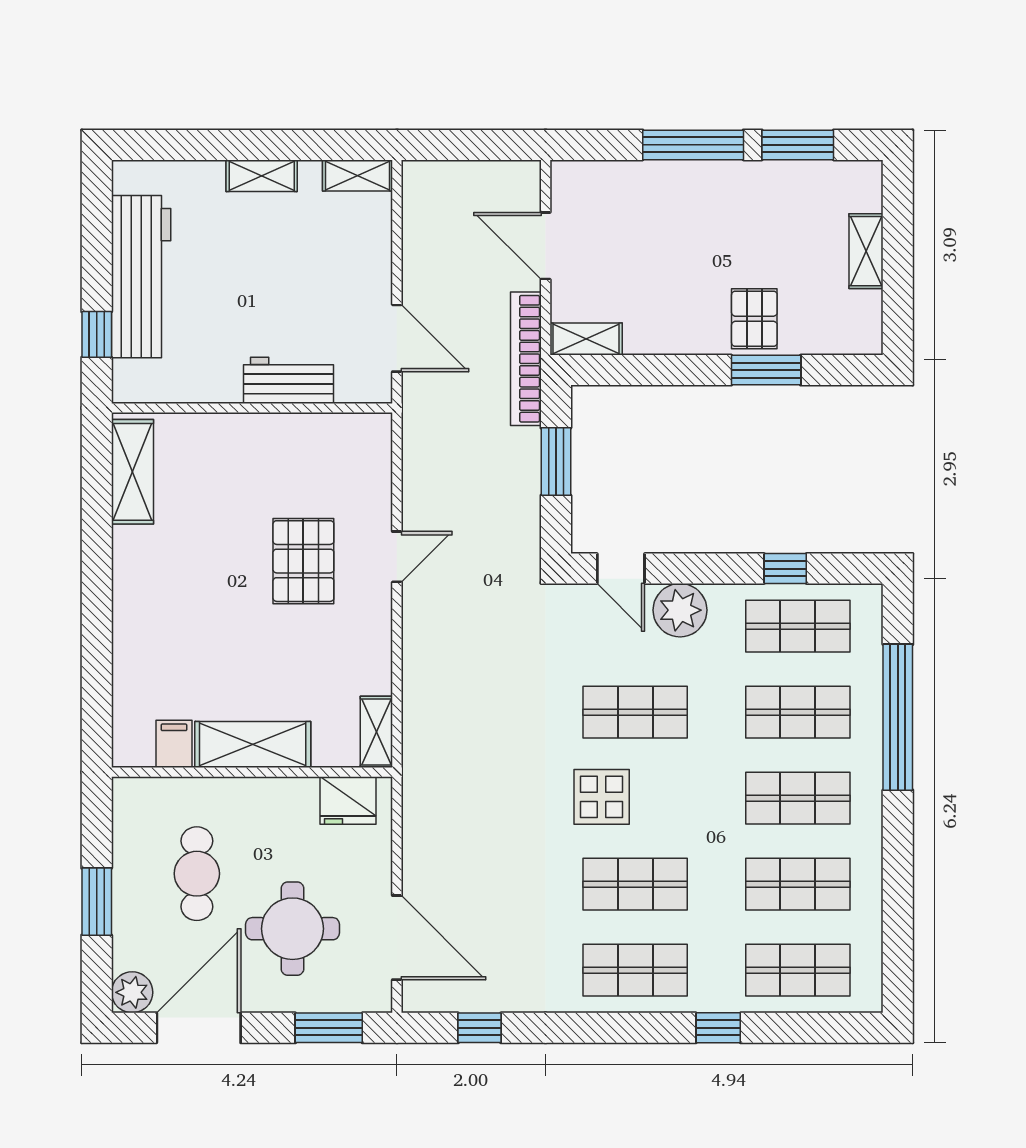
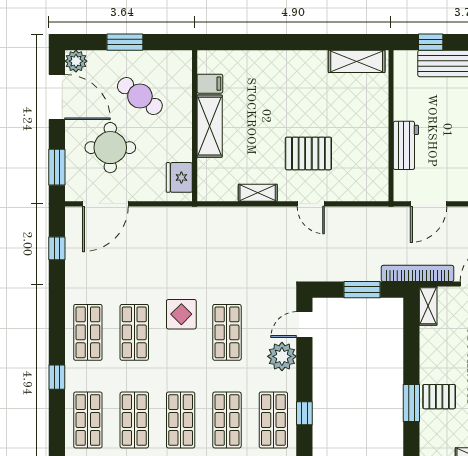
shelving: (376, 732) -> (258, 193), moved
cafe table: (197, 874) -> (140, 96), turned 36

